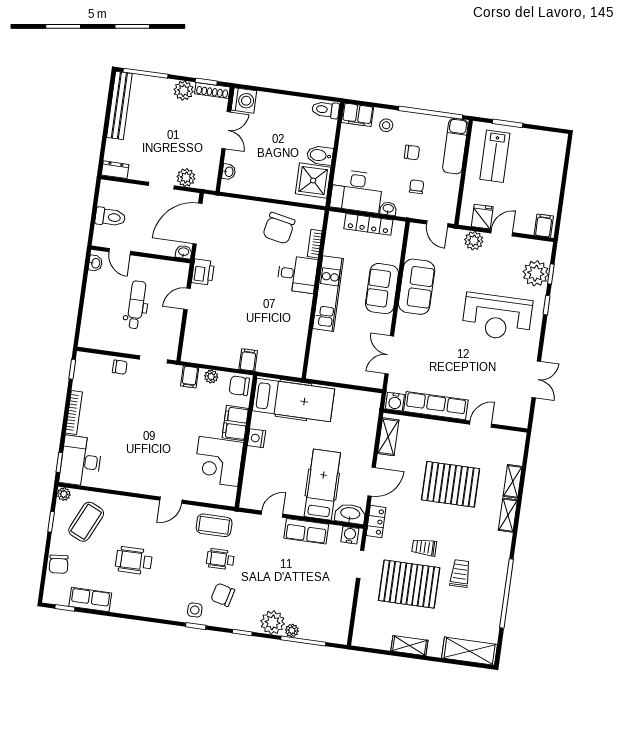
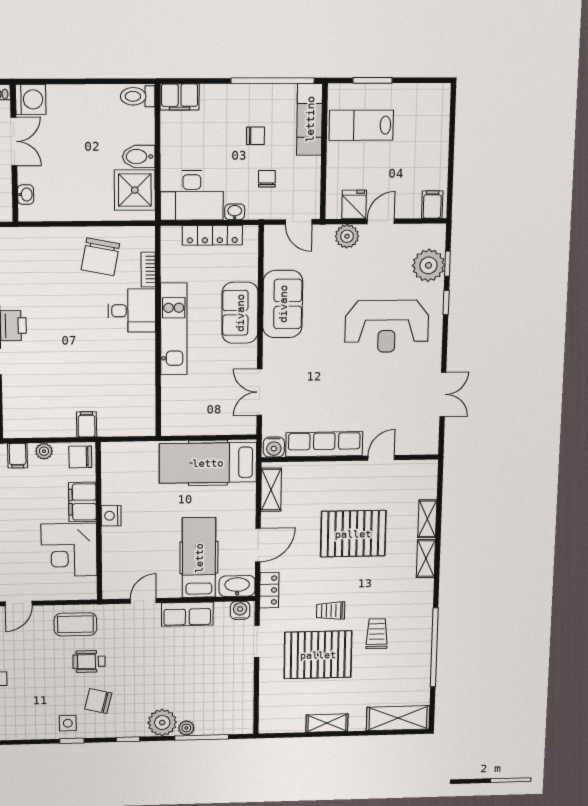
stool: (386, 125) -> (218, 105), removed
lab bench: (495, 156) -> (361, 125), turned 90
hospital bed: (293, 400) -> (208, 463), moved, turned 180

